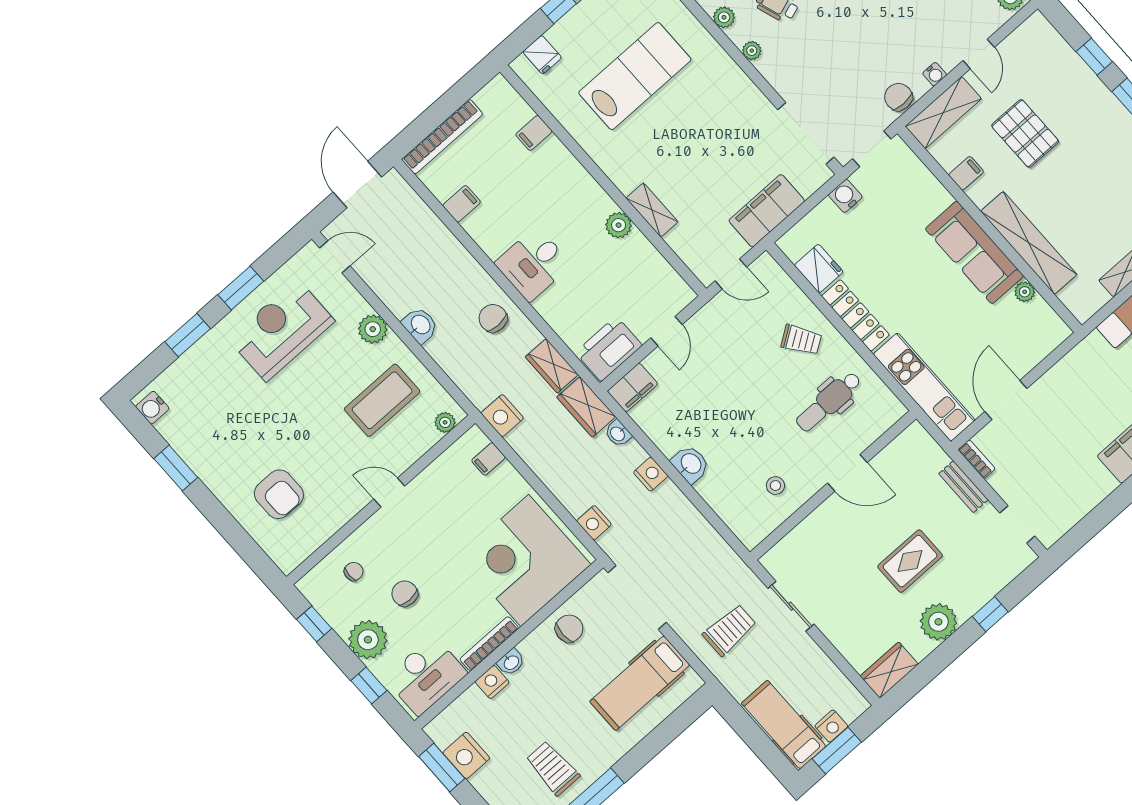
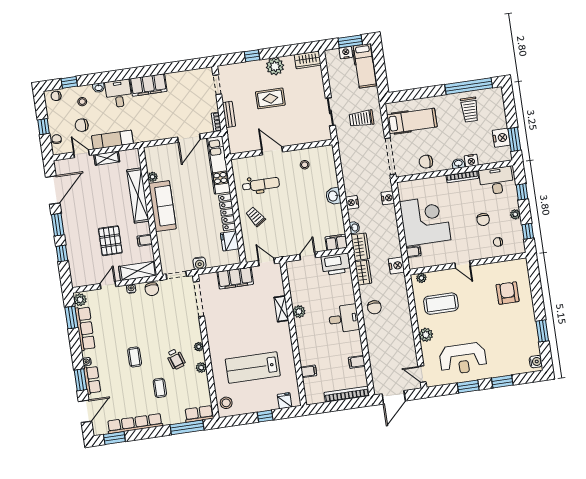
washbasin: (420, 325) -> (406, 324), removed
corner desk: (525, 560) -> (425, 221), moved, turned -90
plant: (368, 640) -> (515, 214), width x0.53, depth x0.53

